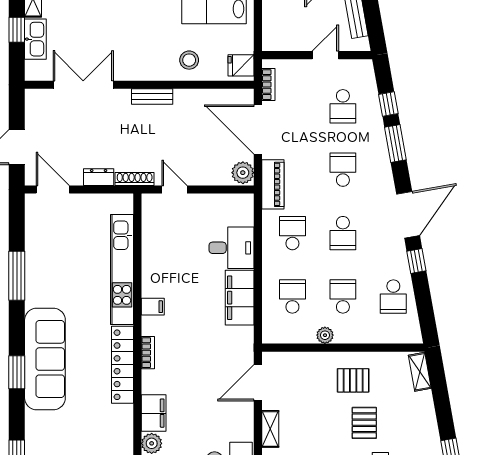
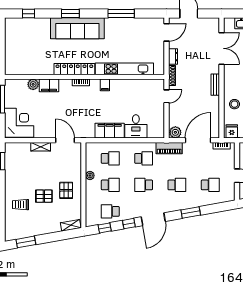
window: (388, 104) -> (105, 228), moved
school desk: (343, 106) -> (210, 185), turned 180
door: (408, 215) -> (153, 219), hinge flipped

